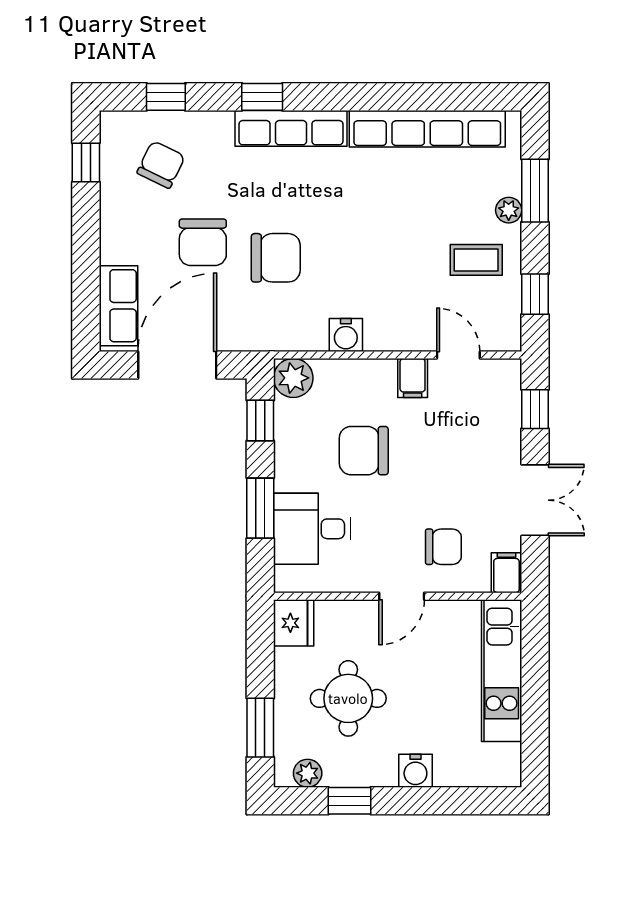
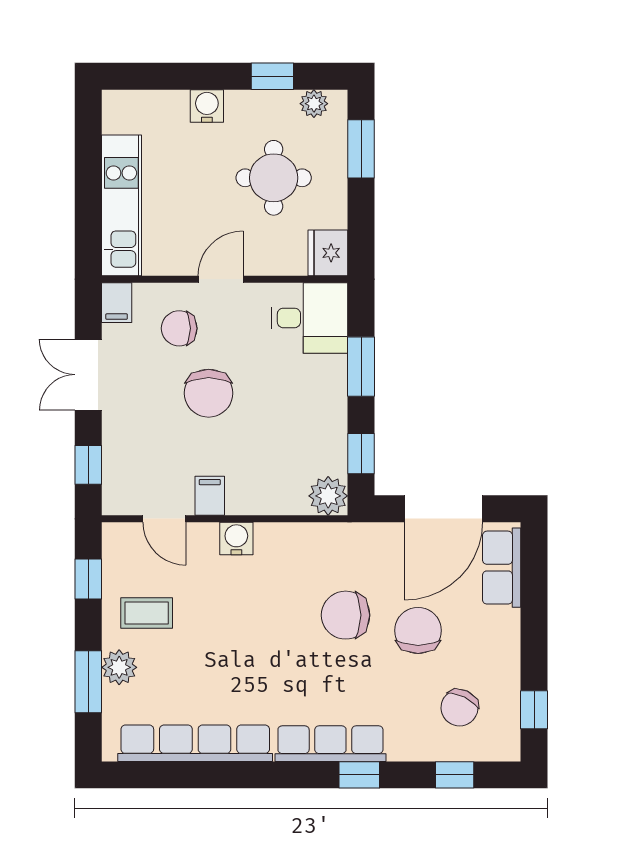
plant: (509, 210) -> (119, 667), width x1.38, depth x1.38
water cooler: (346, 335) -> (236, 538), moved
chair: (364, 451) -> (209, 393), moved, turned 90
desk: (312, 529) -> (310, 318), moved

